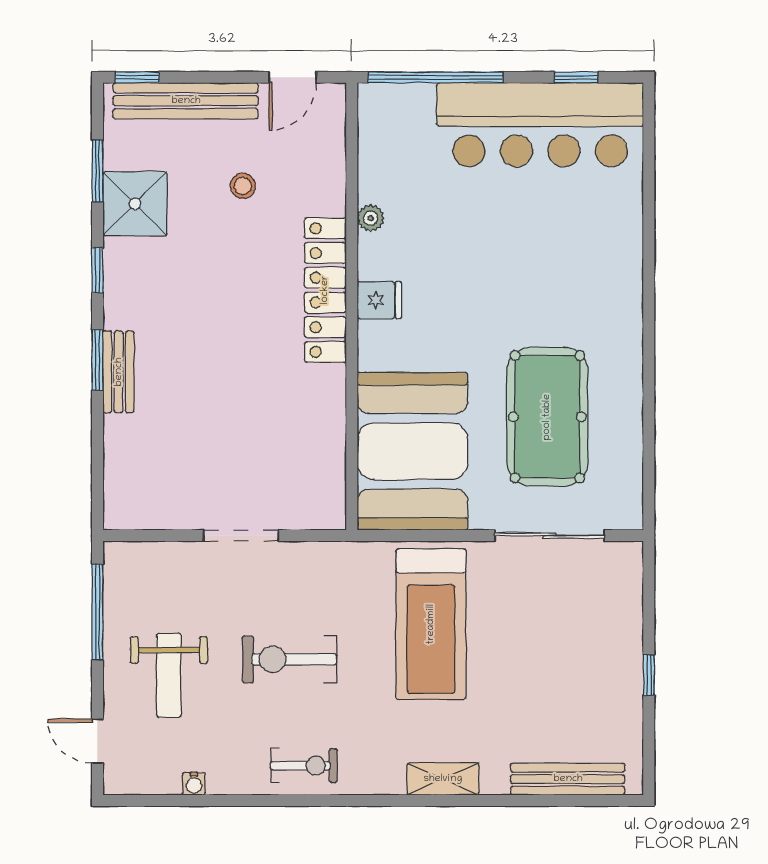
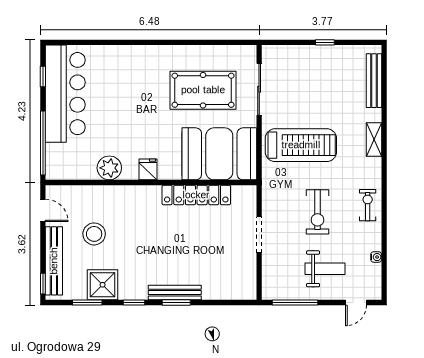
stool: (243, 186) -> (94, 234), width x1.89, depth x1.89
plant: (371, 218) -> (109, 168), width x1.88, depth x1.88
locker: (325, 290) -> (196, 195), moved
bench: (119, 372) -> (175, 293), width x1.36

